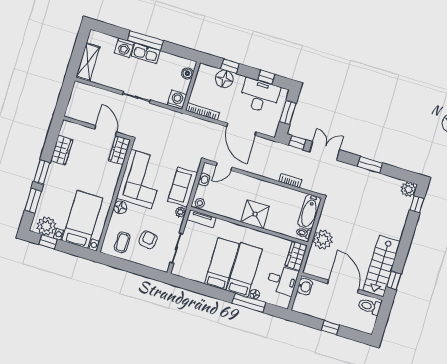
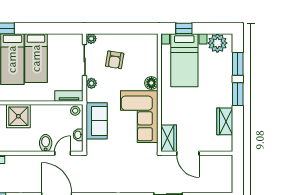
bidet: (237, 181) -> (46, 143), added
plant: (180, 212) -> (91, 83), moved
window: (48, 242) -> (184, 28), moved
coffee table: (122, 242) -> (139, 50), removed
plant: (164, 266) -> (91, 39), added

